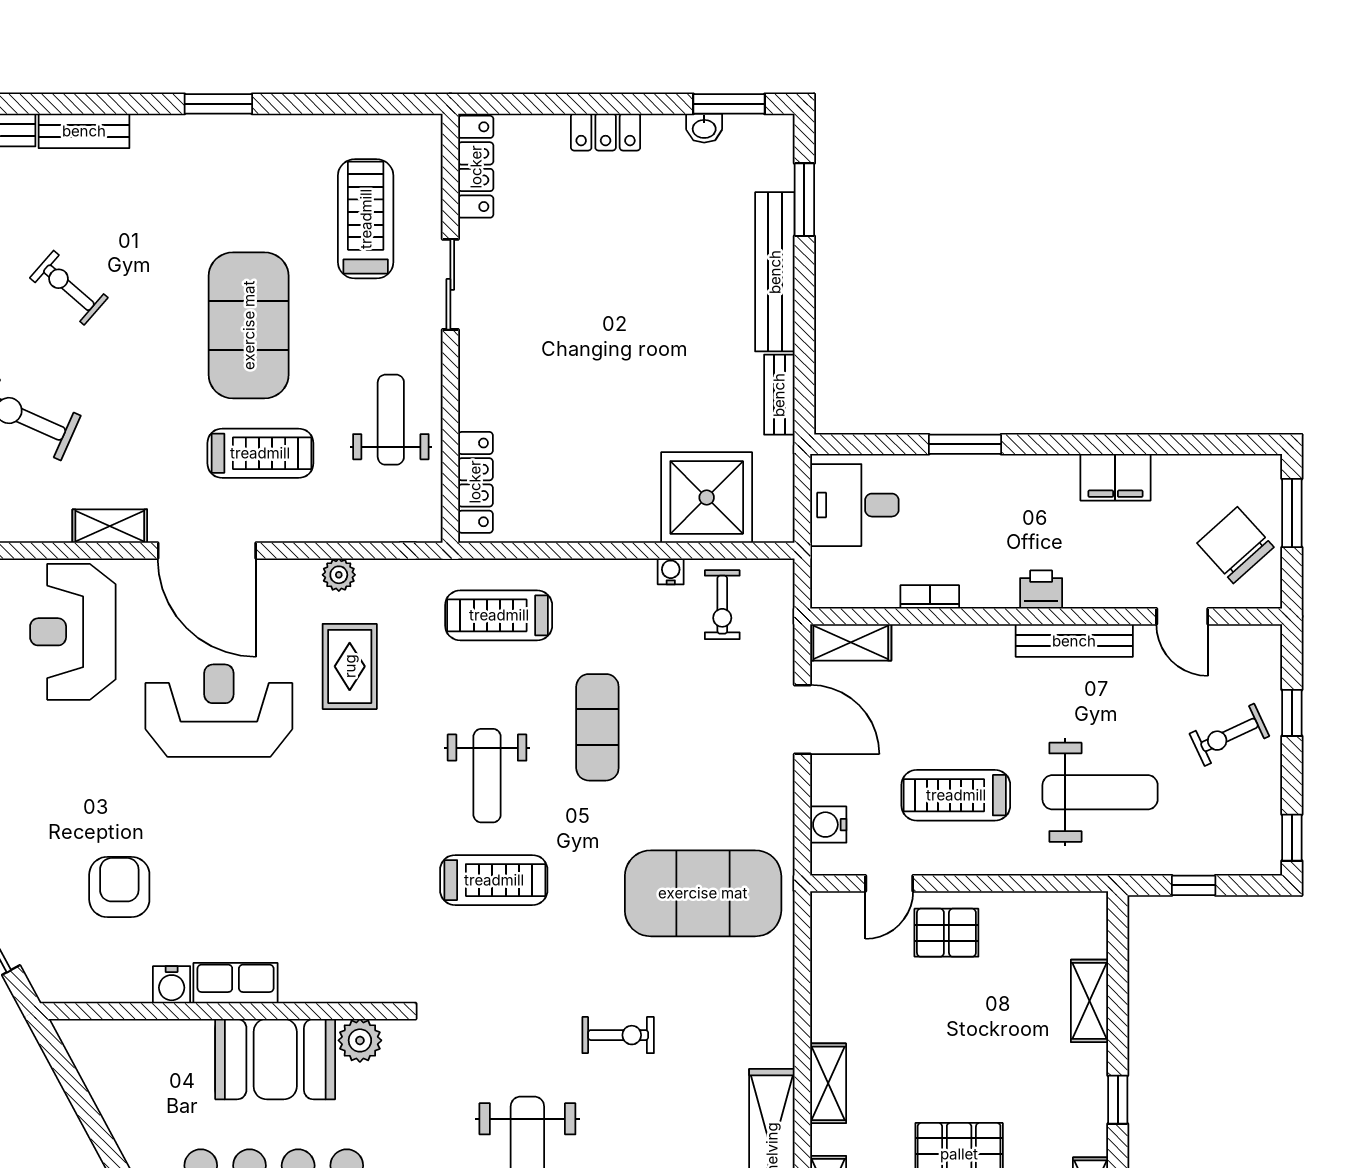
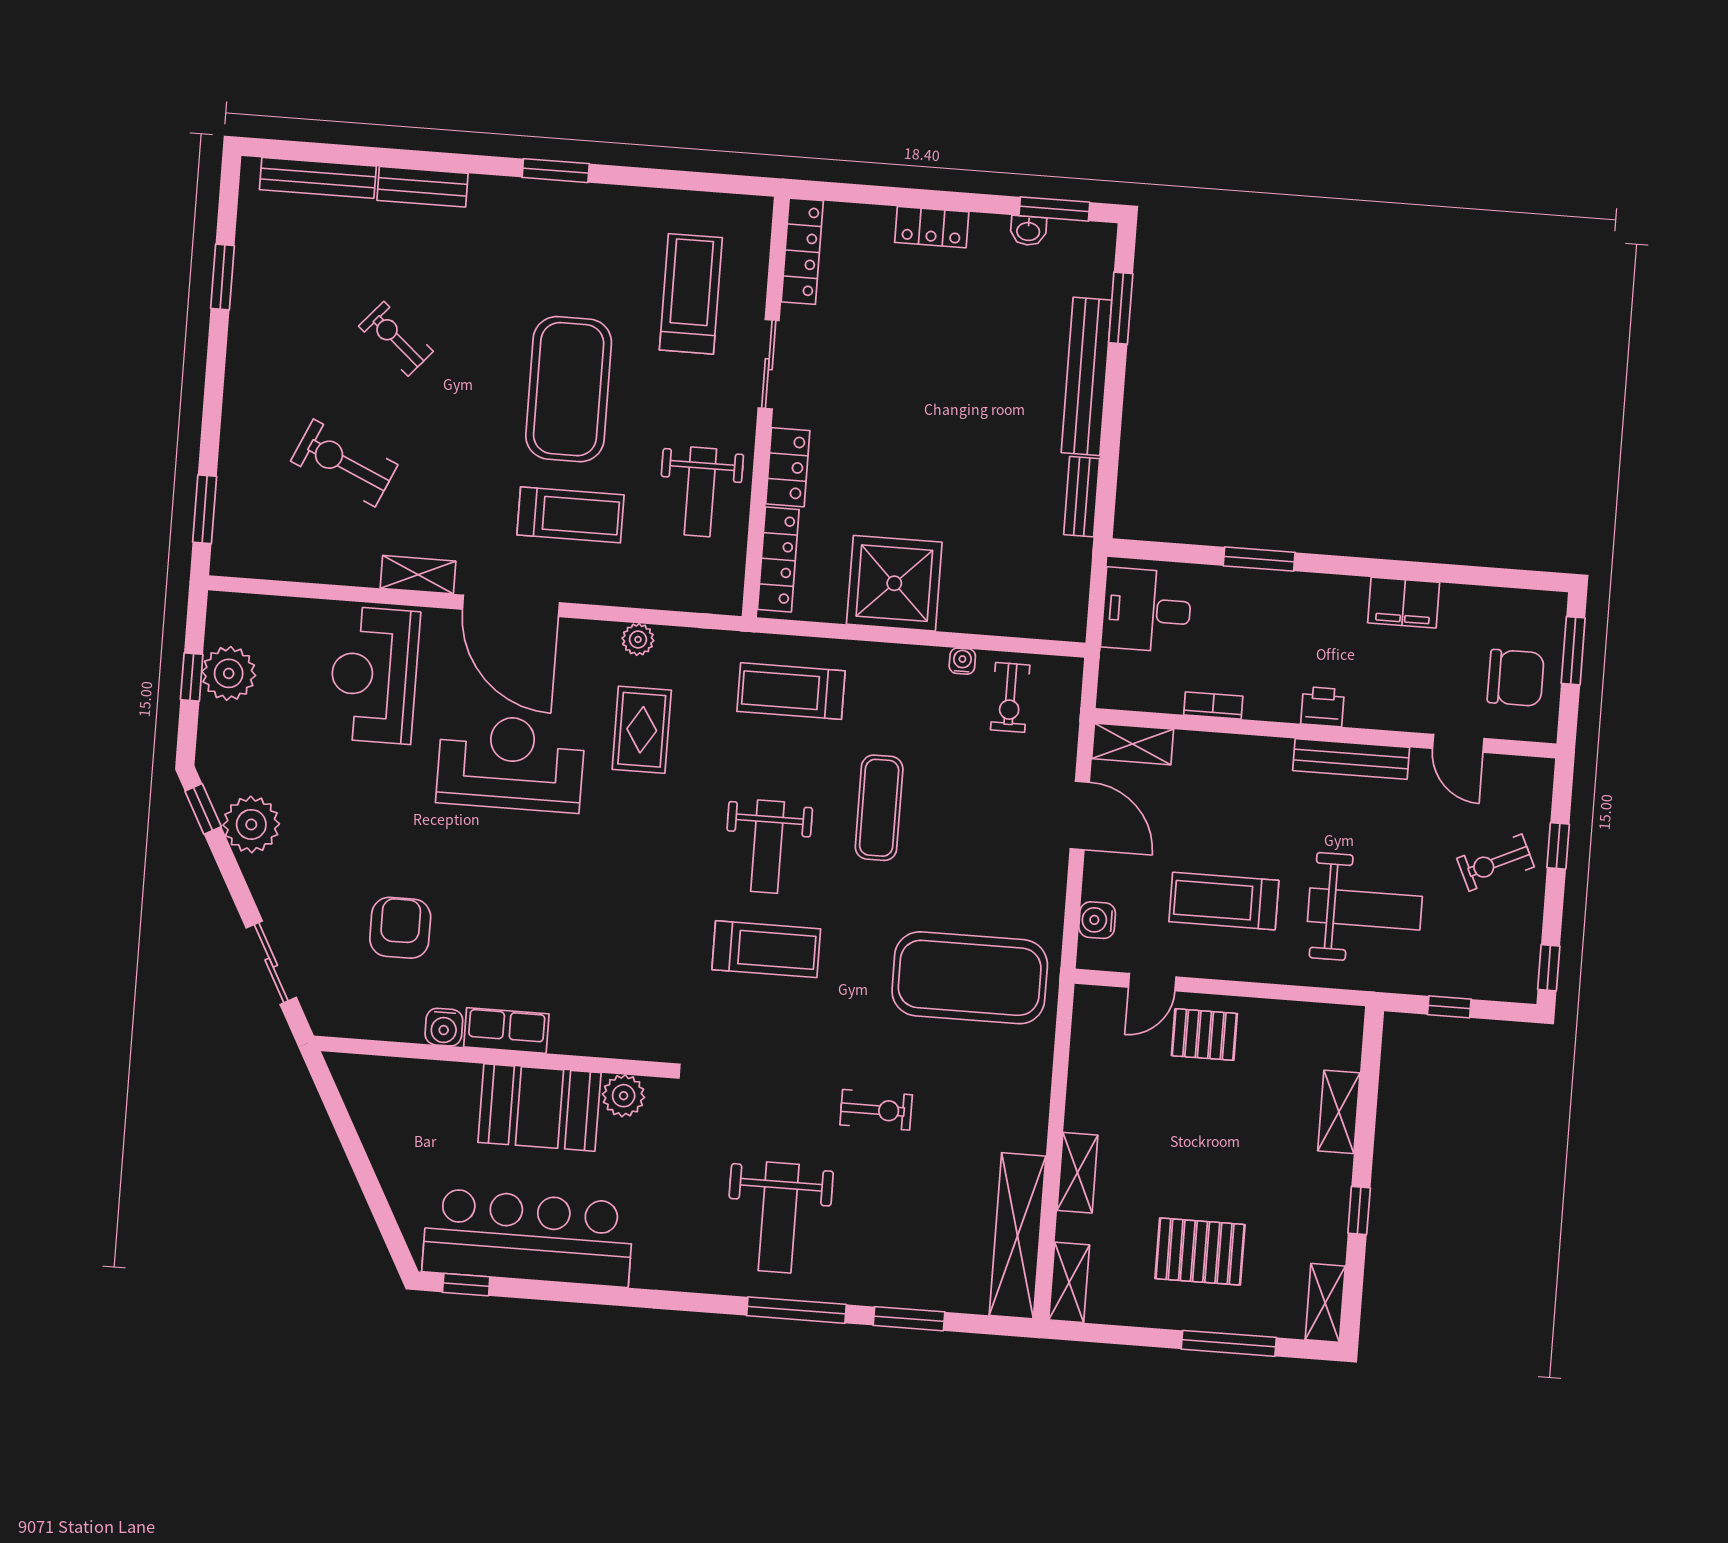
locker: (478, 388) -> (788, 467), added
weight bench: (391, 420) -> (700, 492), turned 180
shower: (707, 497) -> (894, 583), moved
chair: (1235, 545) -> (1516, 678), turned 132

